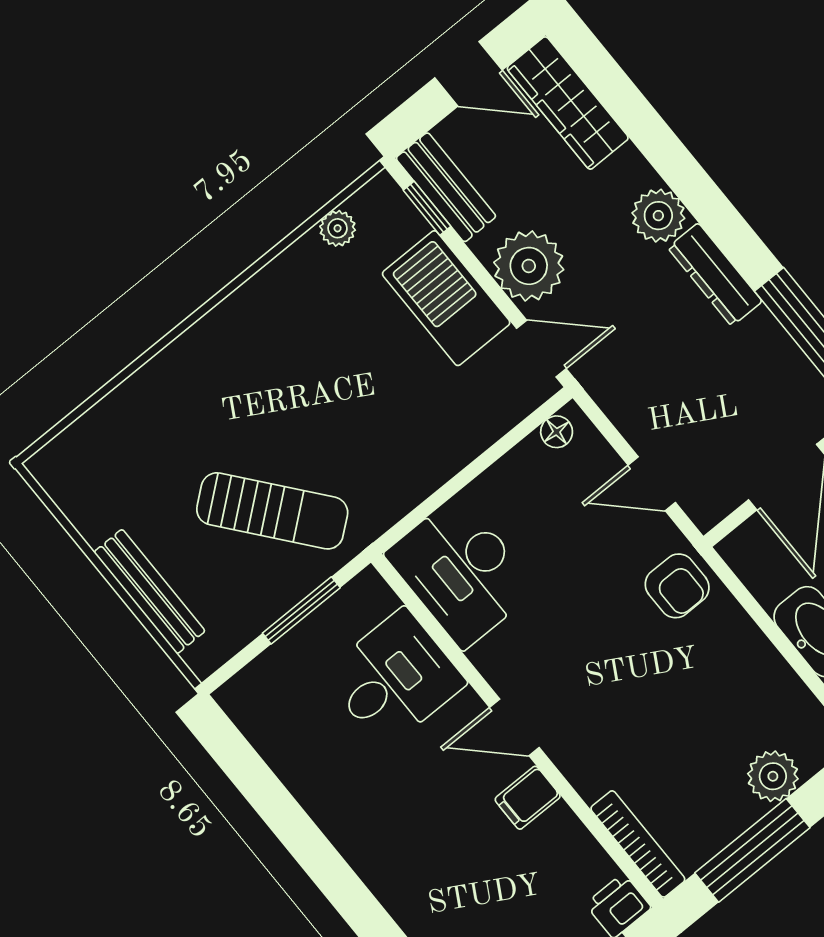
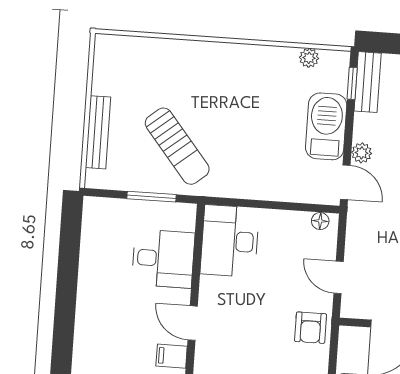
plant: (529, 266) -> (362, 153), width x0.53, depth x0.53

